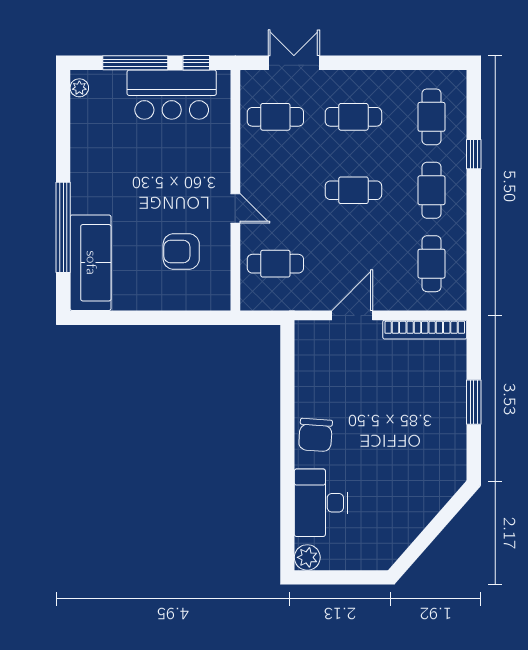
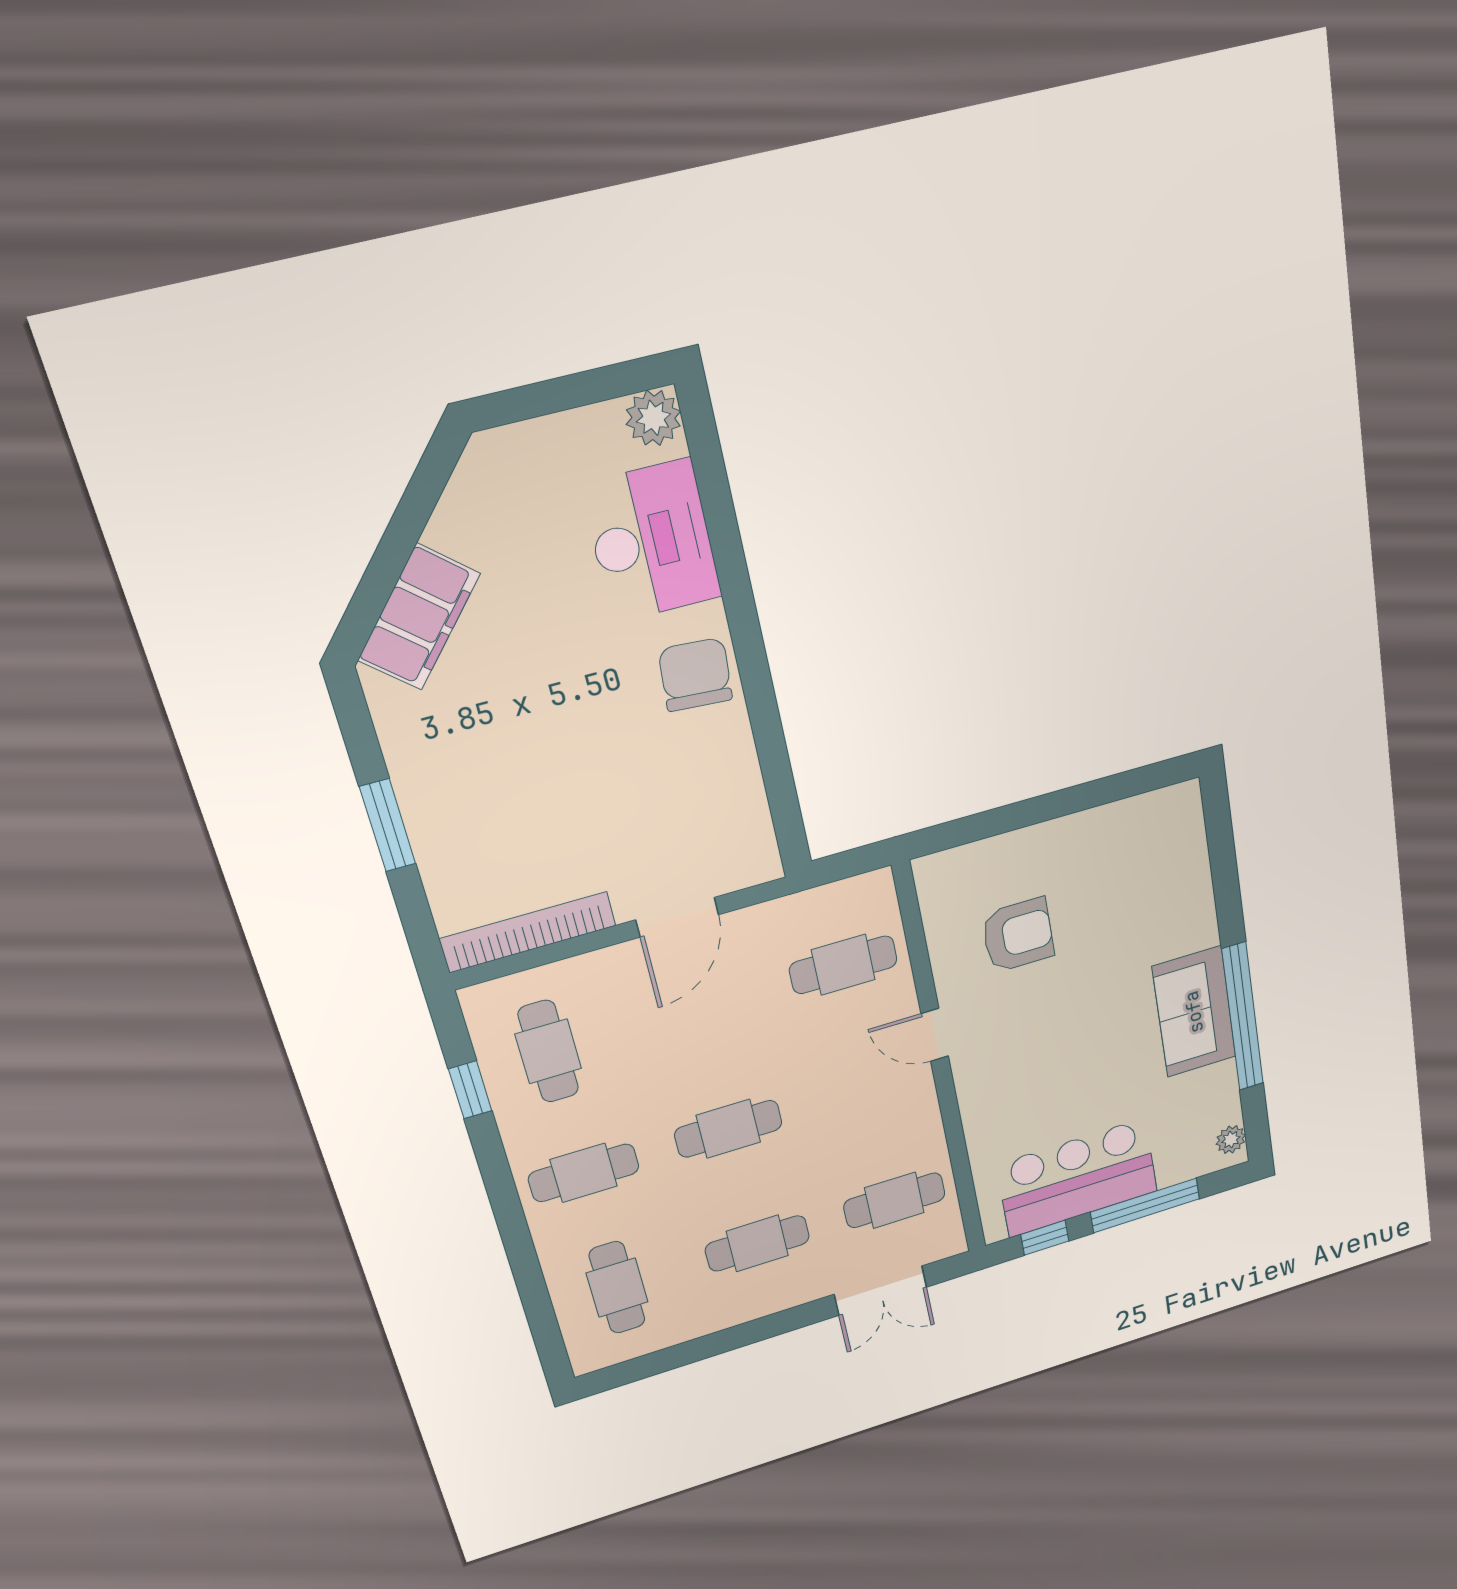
window: (474, 154) -> (470, 1090), moved
cafe table: (432, 190) -> (584, 1173), turned 90
window: (63, 227) -> (1243, 1017), moved
sofa: (91, 263) -> (1194, 1012), moved, width x0.73
filing cabinet: (433, 495) -> (419, 617), added

